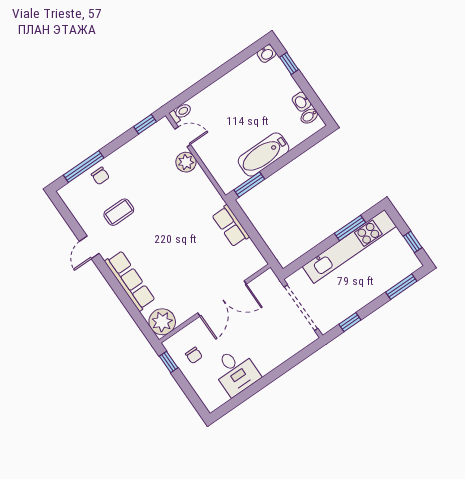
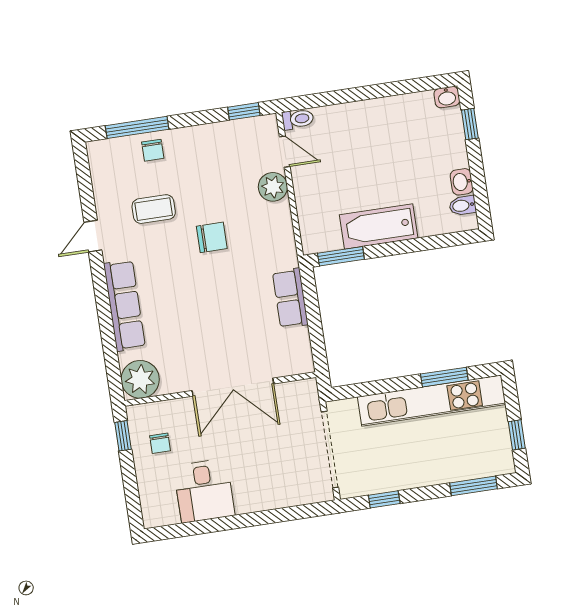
chair: (163, 212) -> (212, 237), added

